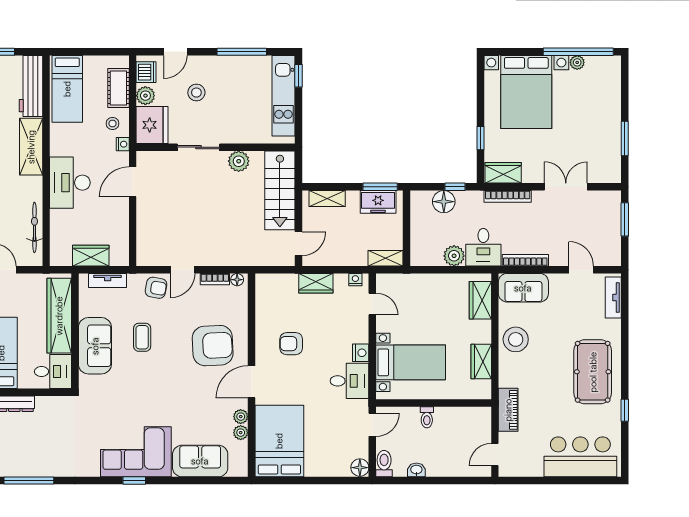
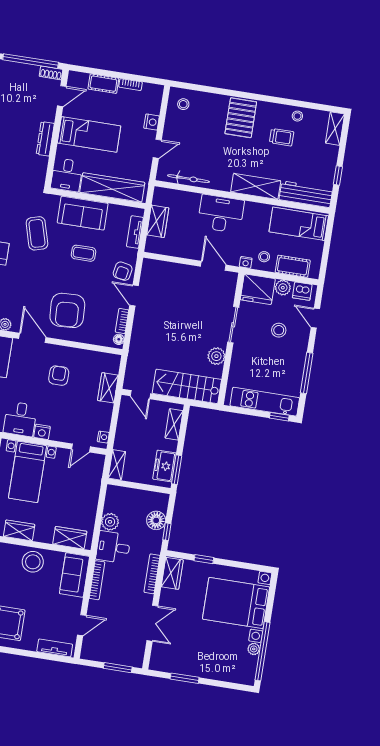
wardrobe: (316, 283) -> (108, 388), moved
coffee table: (127, 396) -> (37, 233), added

